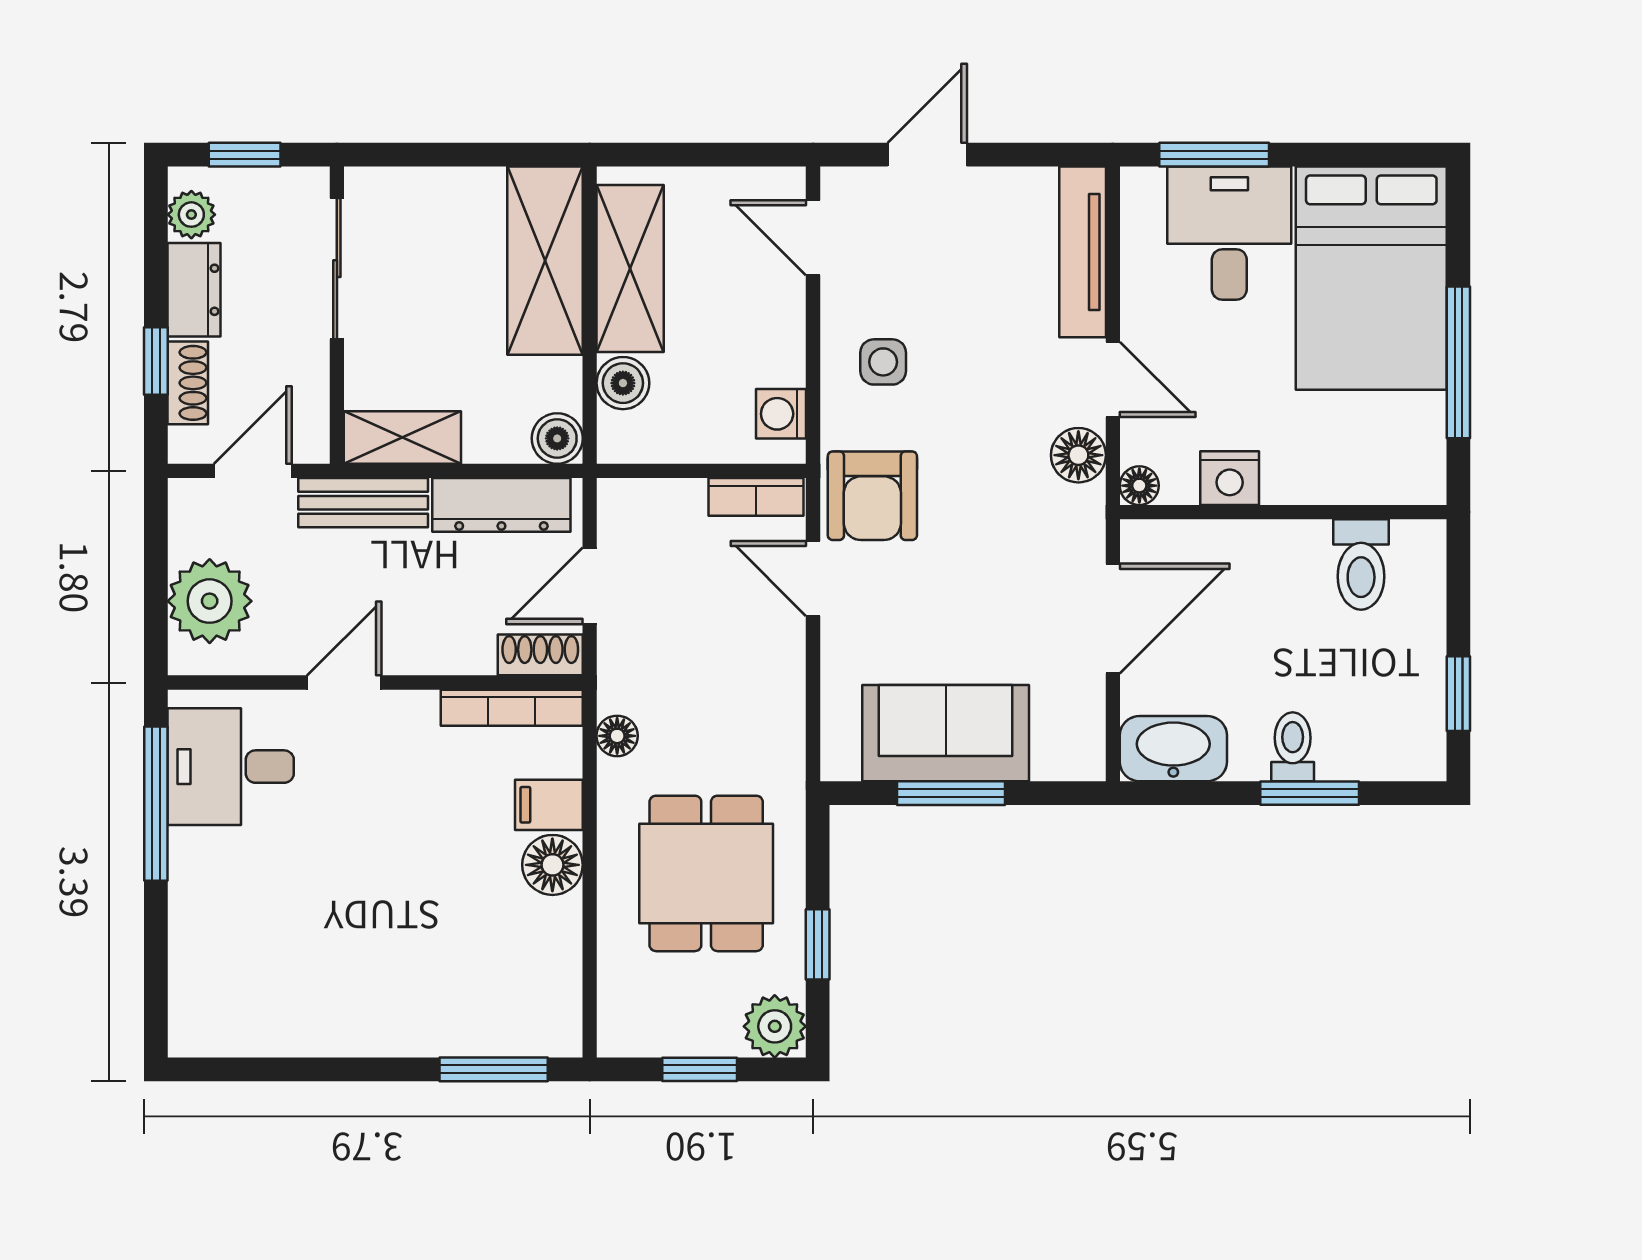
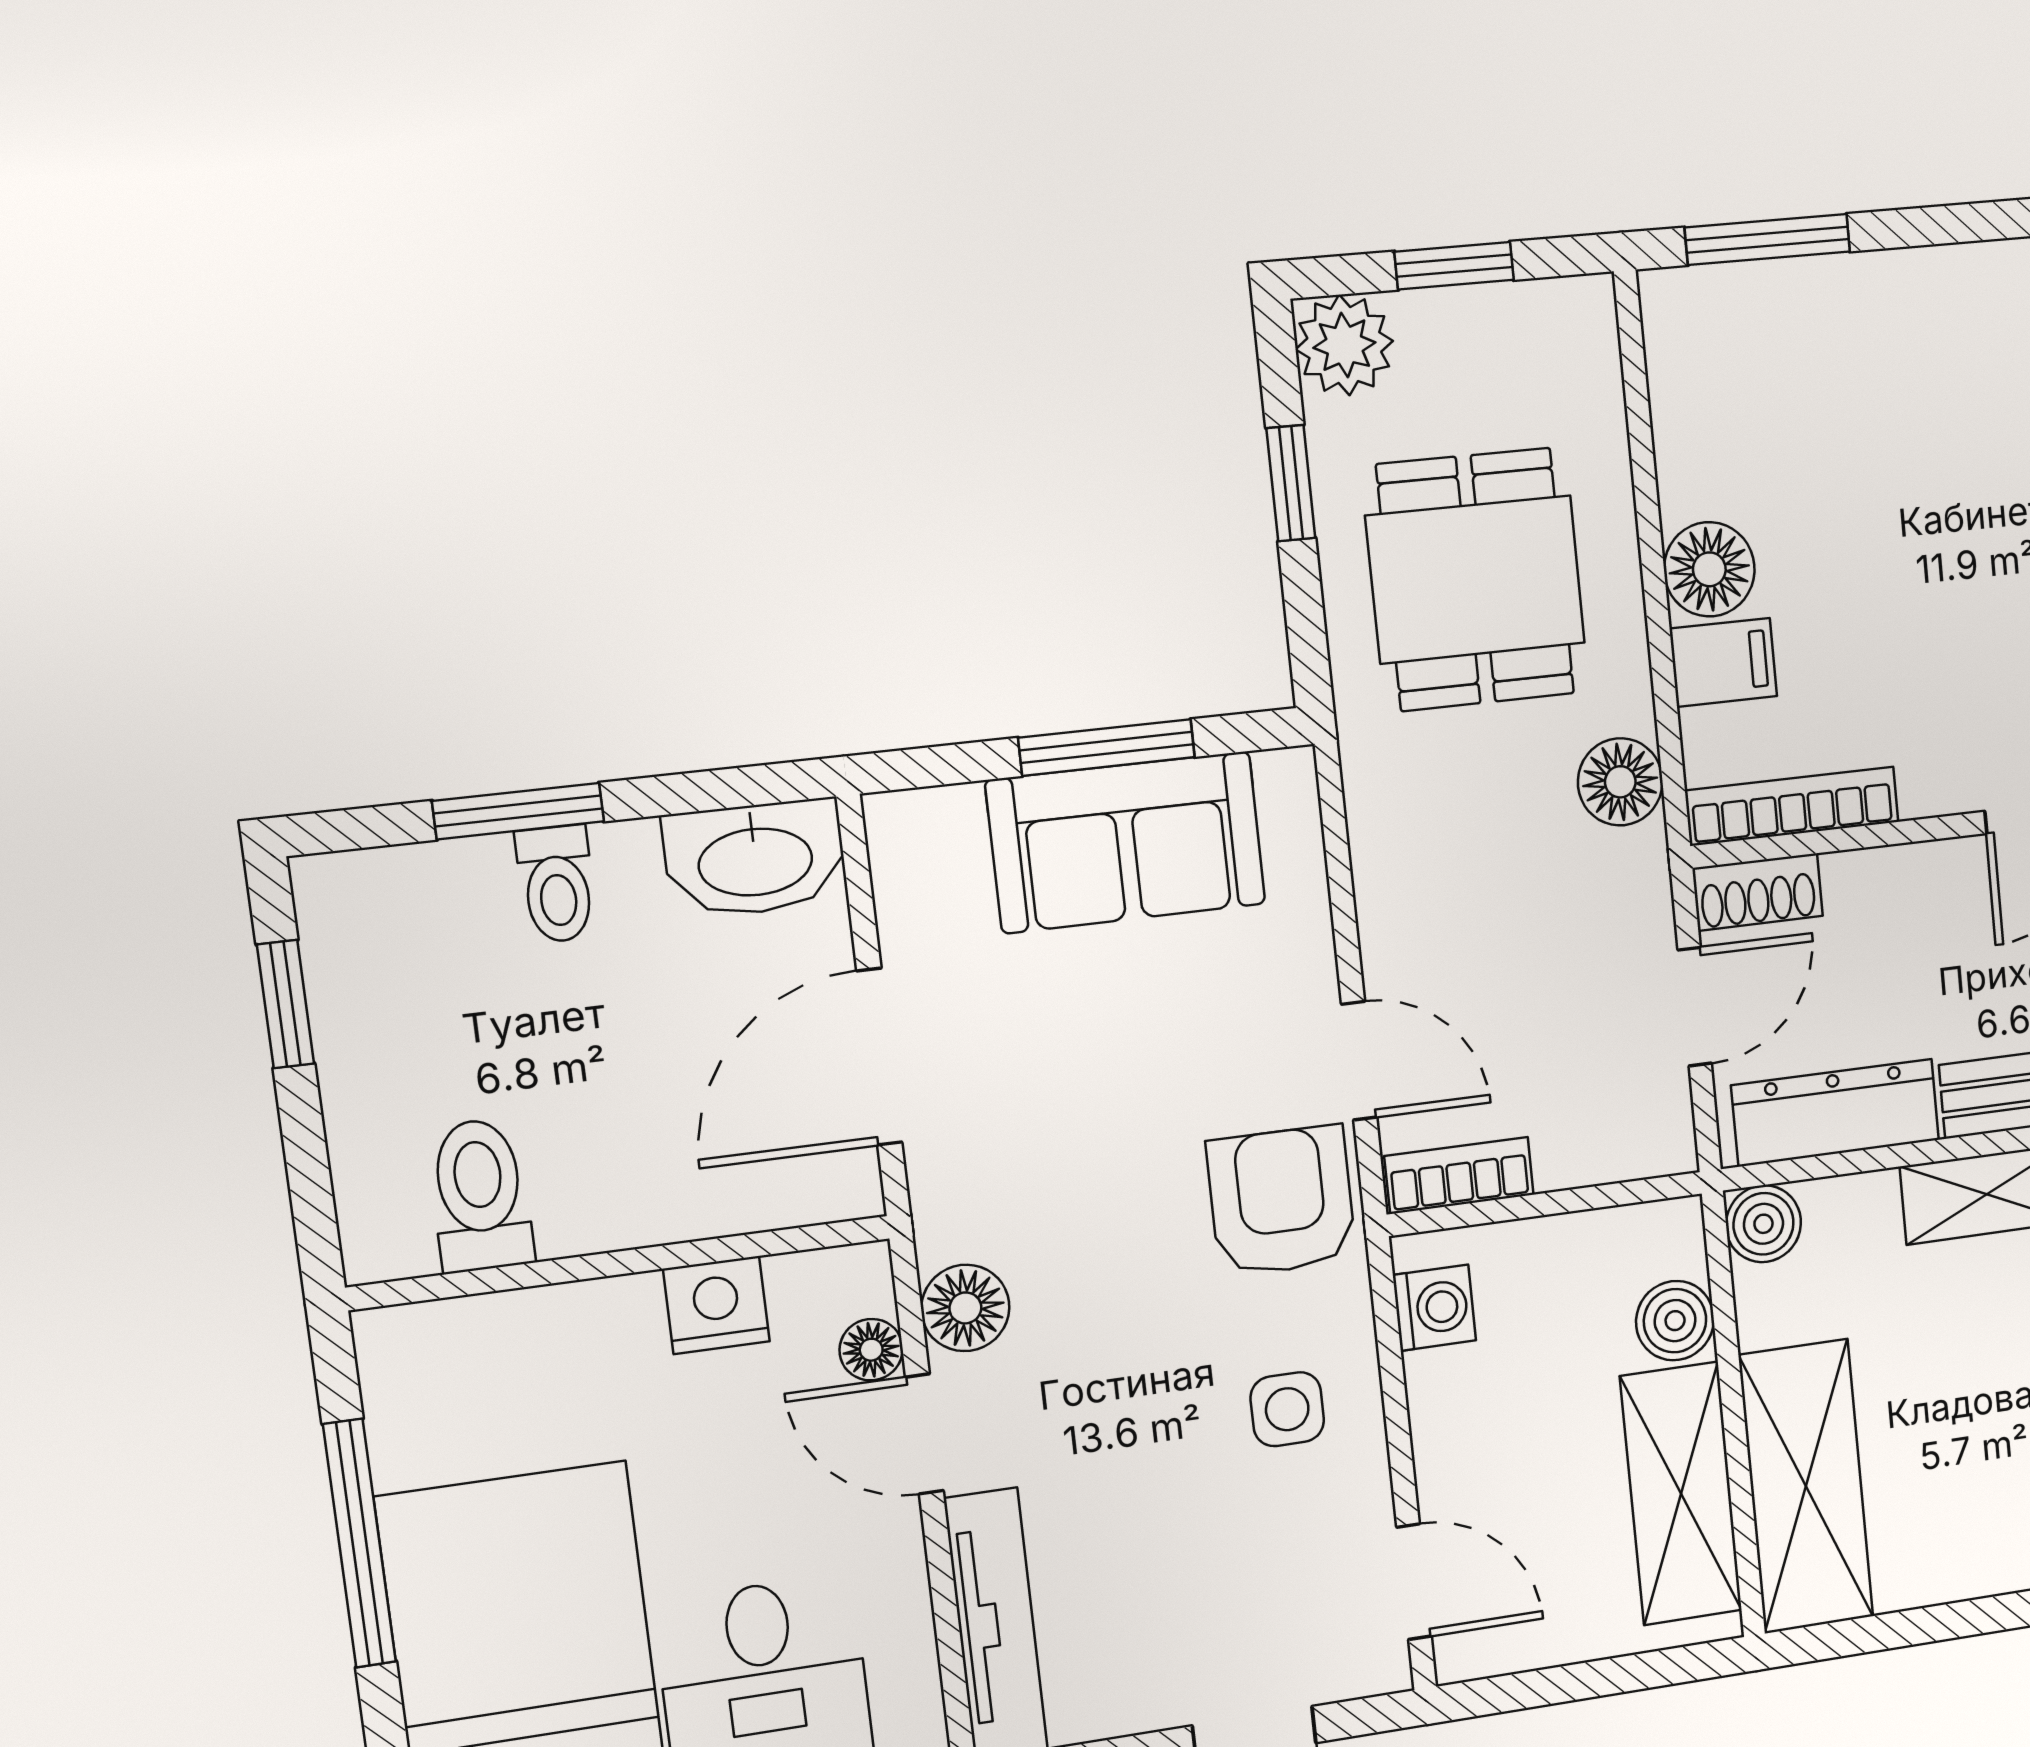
floor lamp: (1139, 486) -> (871, 1350), moved
floor lamp: (617, 736) -> (1620, 782), width x1.37, depth x1.37

